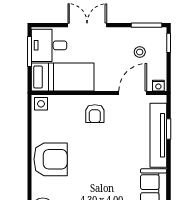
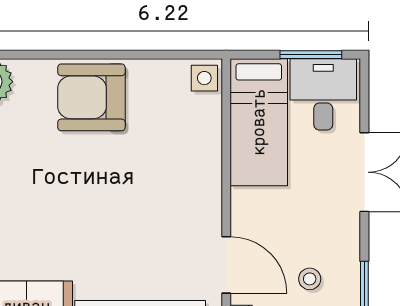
armchair: (95, 114) -> (184, 187), removed
armchair: (51, 159) -> (91, 97), turned 90

